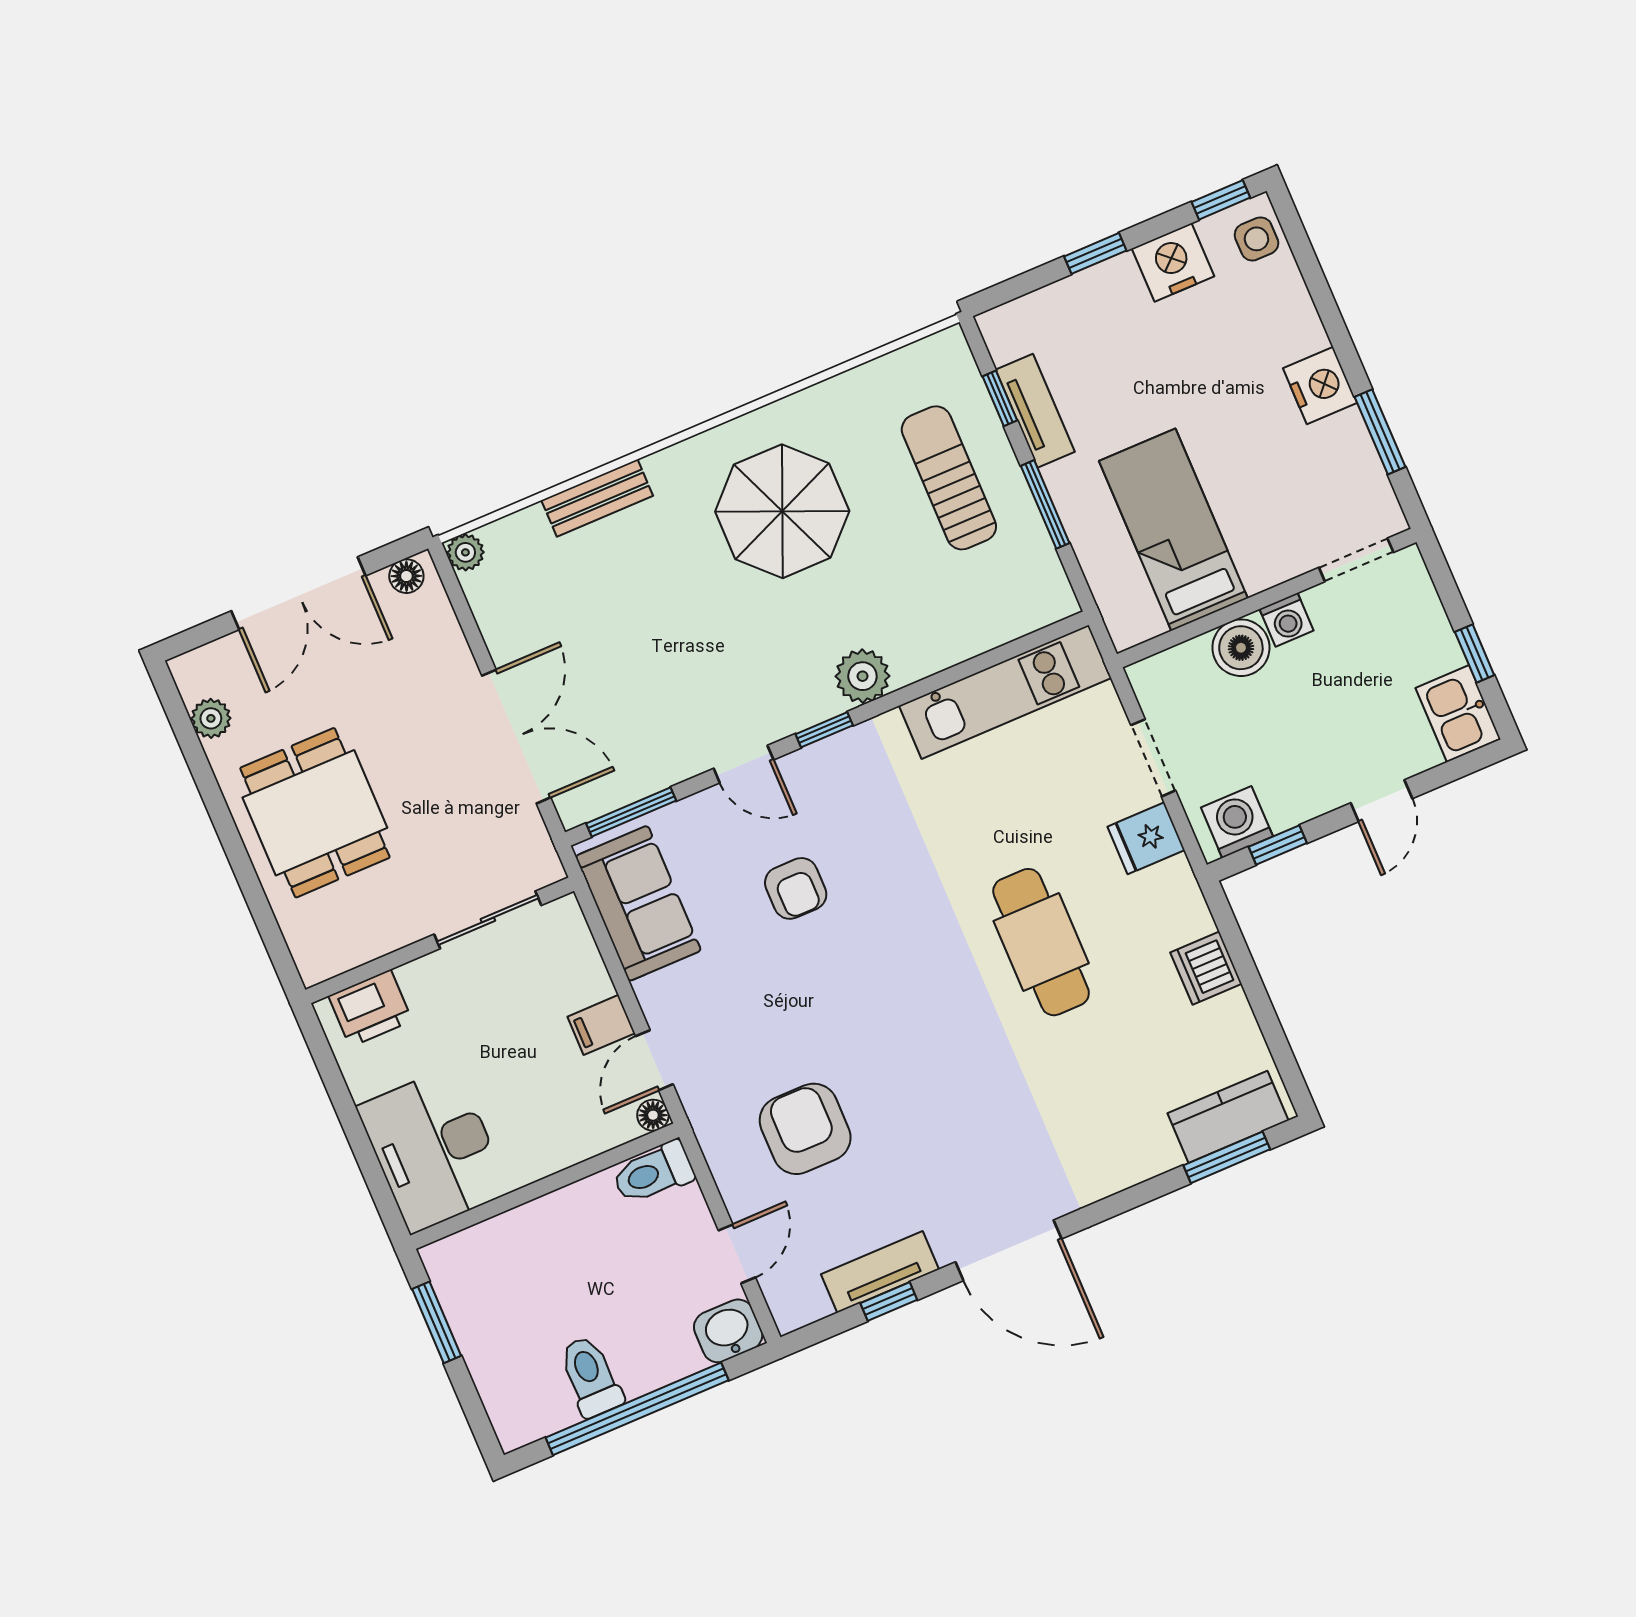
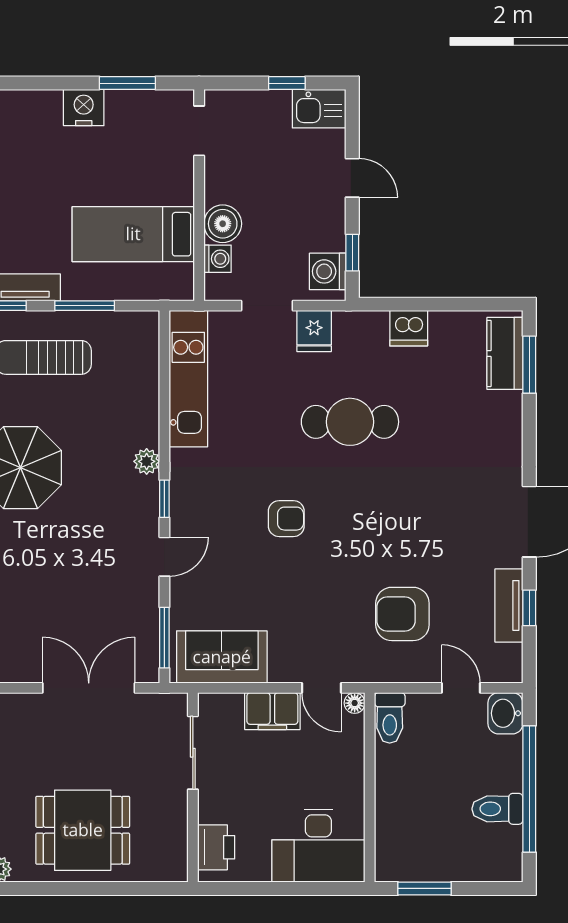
washing machine: (1287, 620) -> (218, 259), moved
plant: (862, 676) -> (147, 461), width x0.73, depth x0.73
armchair: (796, 888) -> (286, 519), moved
filing cabinet: (601, 1025) -> (272, 711), width x2.00

